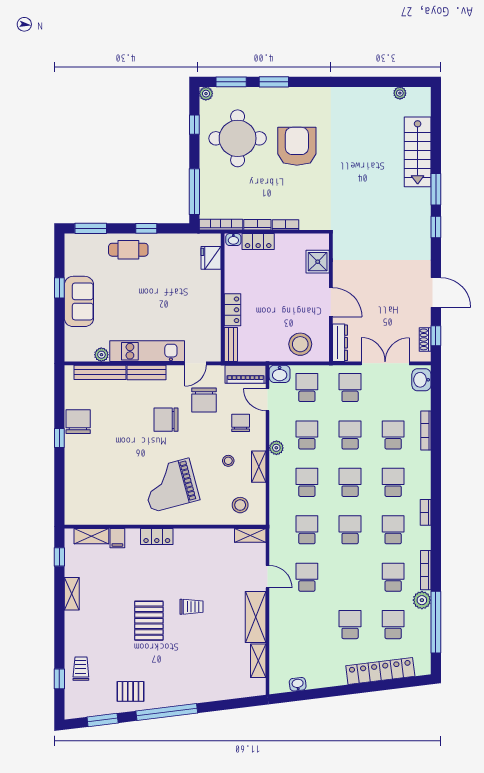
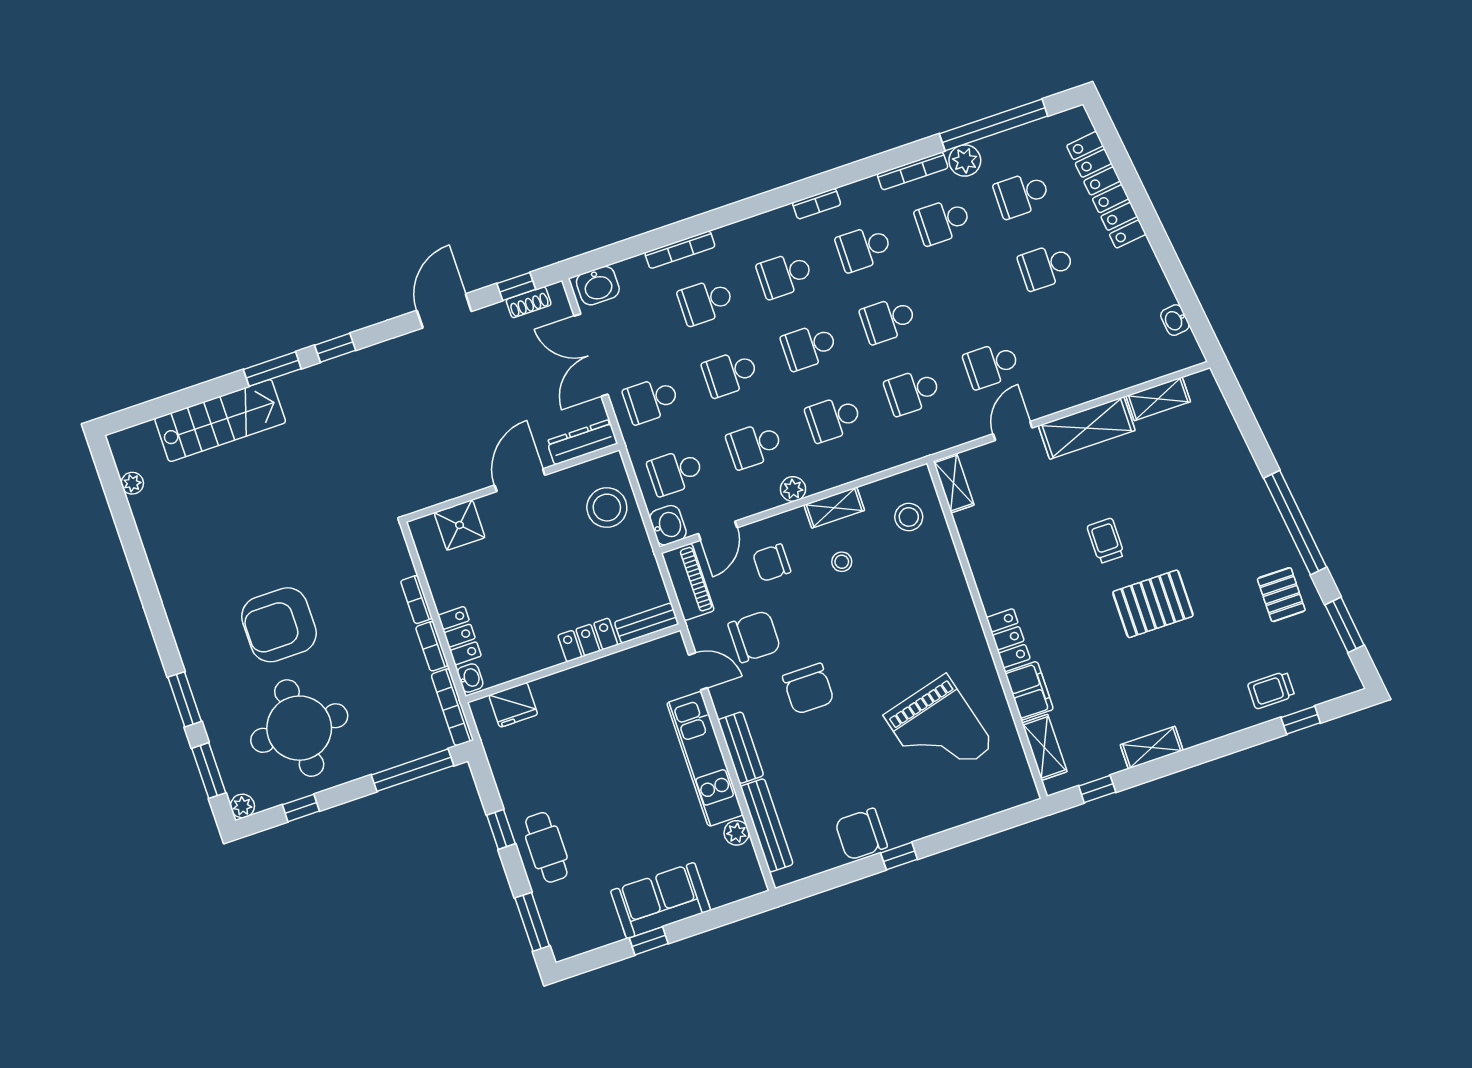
grand piano: (170, 485) -> (939, 731), moved
filing cabinet: (117, 538) -> (1029, 691), width x2.00

